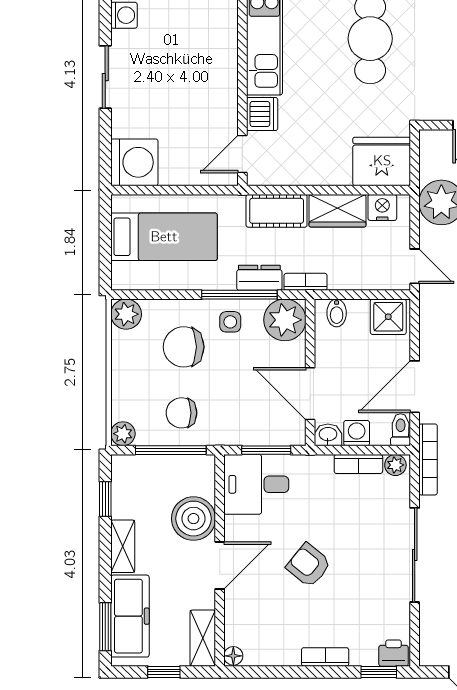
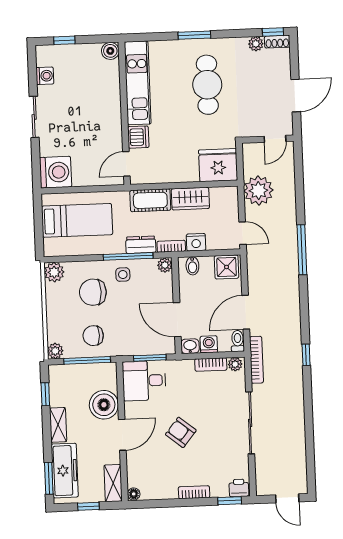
nightstand: (382, 207) -> (196, 242), moved, turned 180
plant: (285, 320) -> (165, 265), width x0.53, depth x0.53

